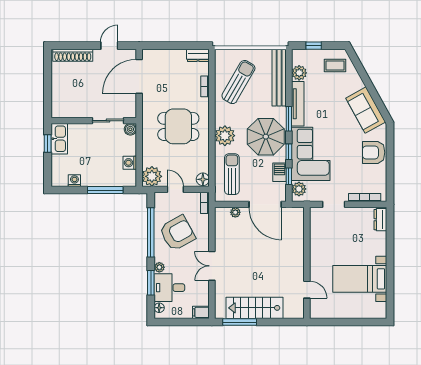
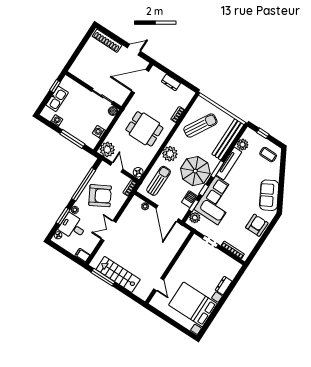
dresser: (198, 55) -> (171, 82), moved
kitchen sink: (59, 139) -> (57, 99), moved
armchair: (374, 152) -> (257, 225), turned 90
dresser: (380, 220) -> (224, 286), moved
bed with nightstands: (360, 279) -> (193, 304), width x1.36

